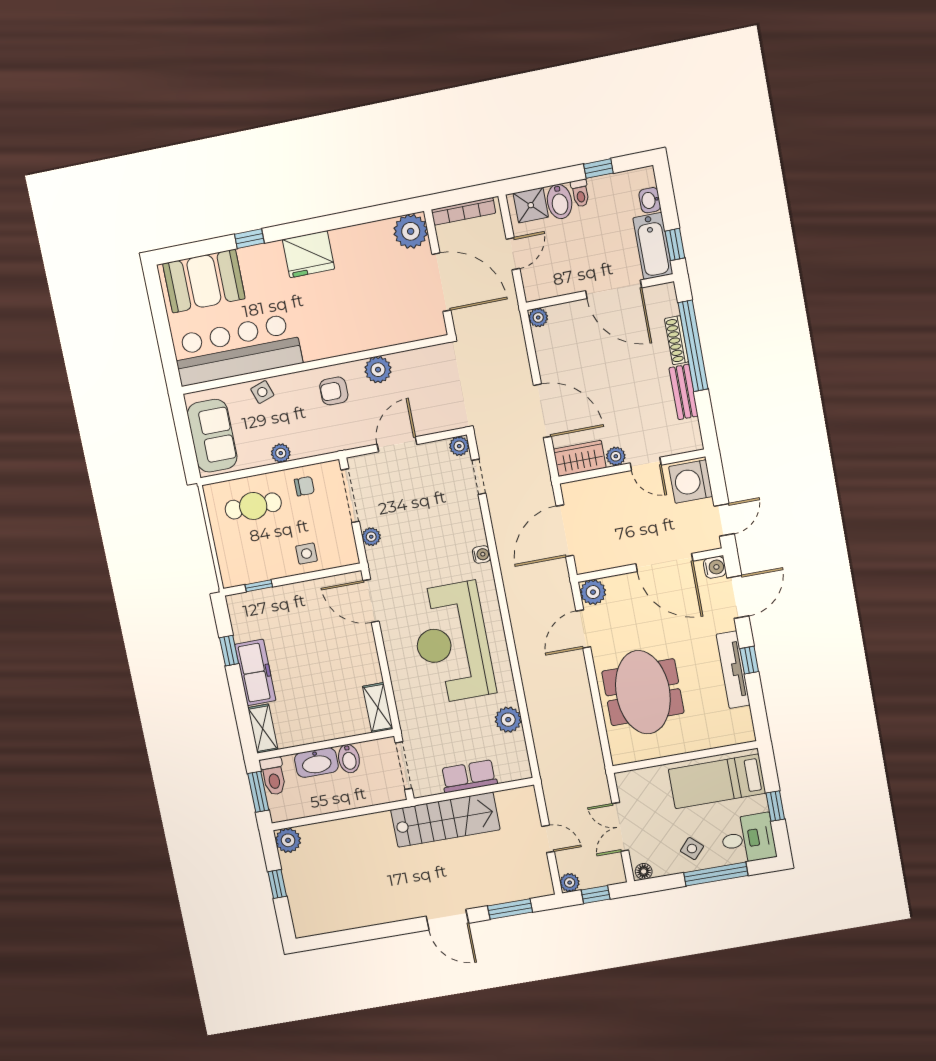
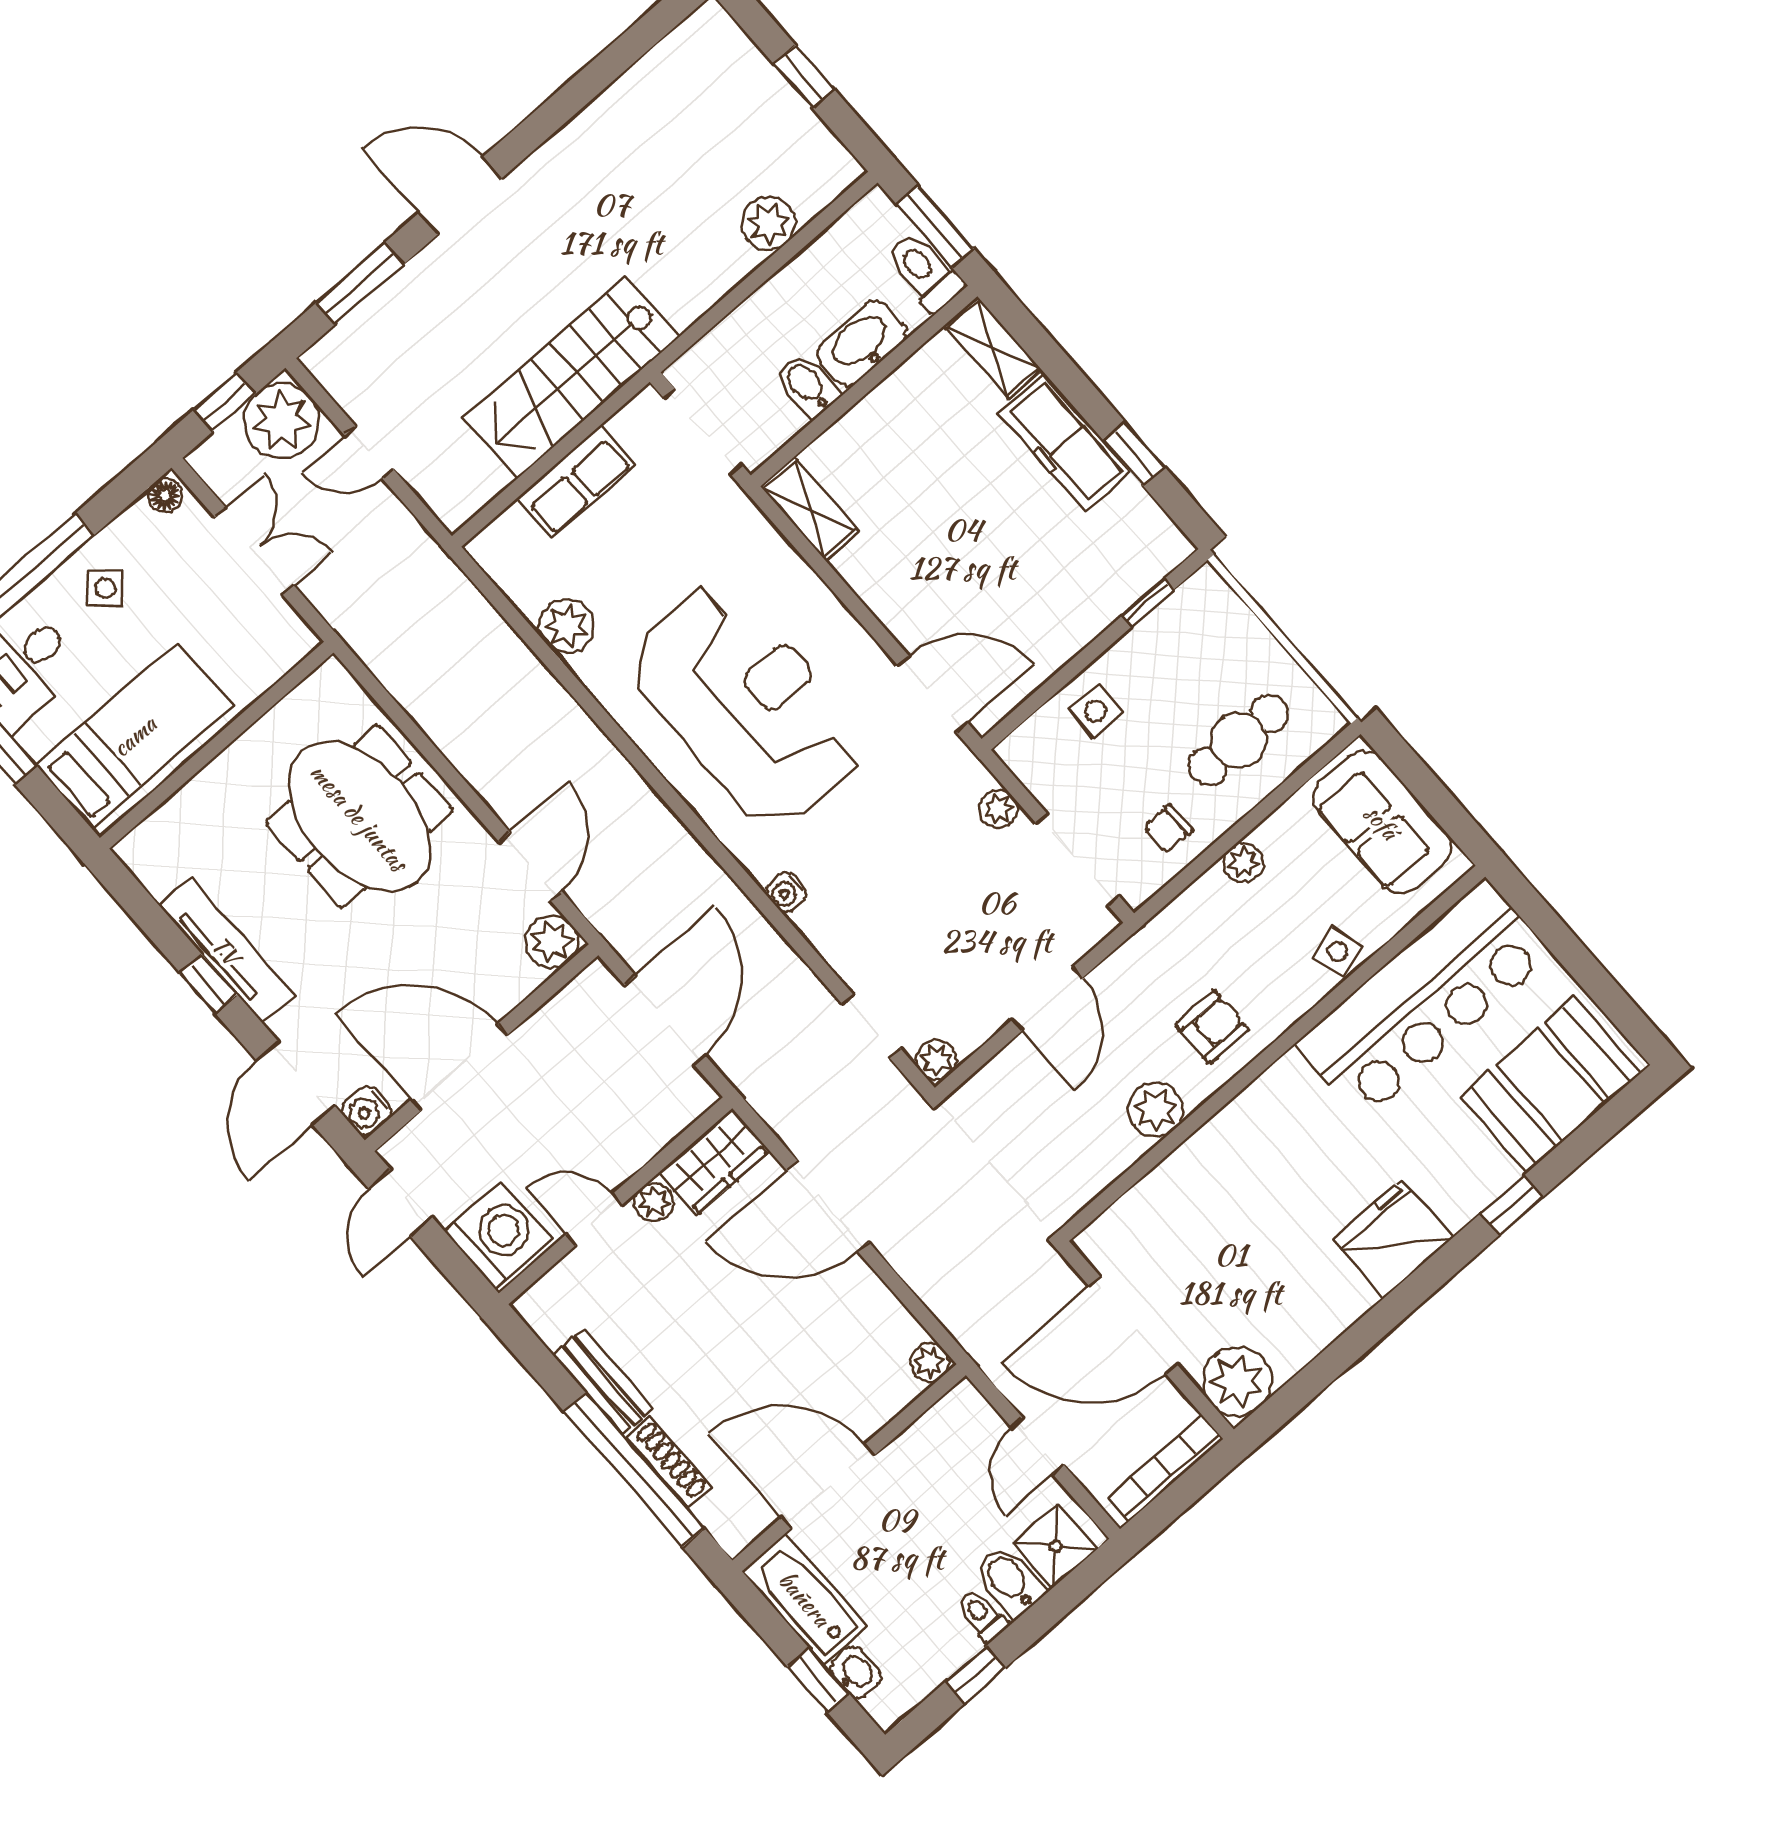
window: (675, 244) -> (818, 1680), moved
plant: (288, 840) -> (769, 223), moved
plant: (570, 883) -> (282, 421), width x1.88, depth x1.88

